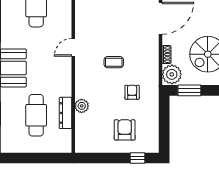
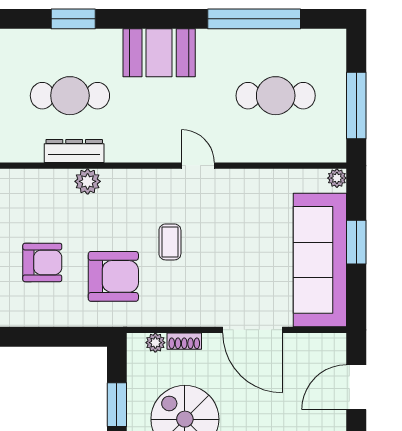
plant: (172, 74) -> (155, 343), width x0.53, depth x0.53
window: (189, 90) -> (117, 405), moved
armchair: (132, 92) -> (113, 276), width x1.88, depth x1.88

